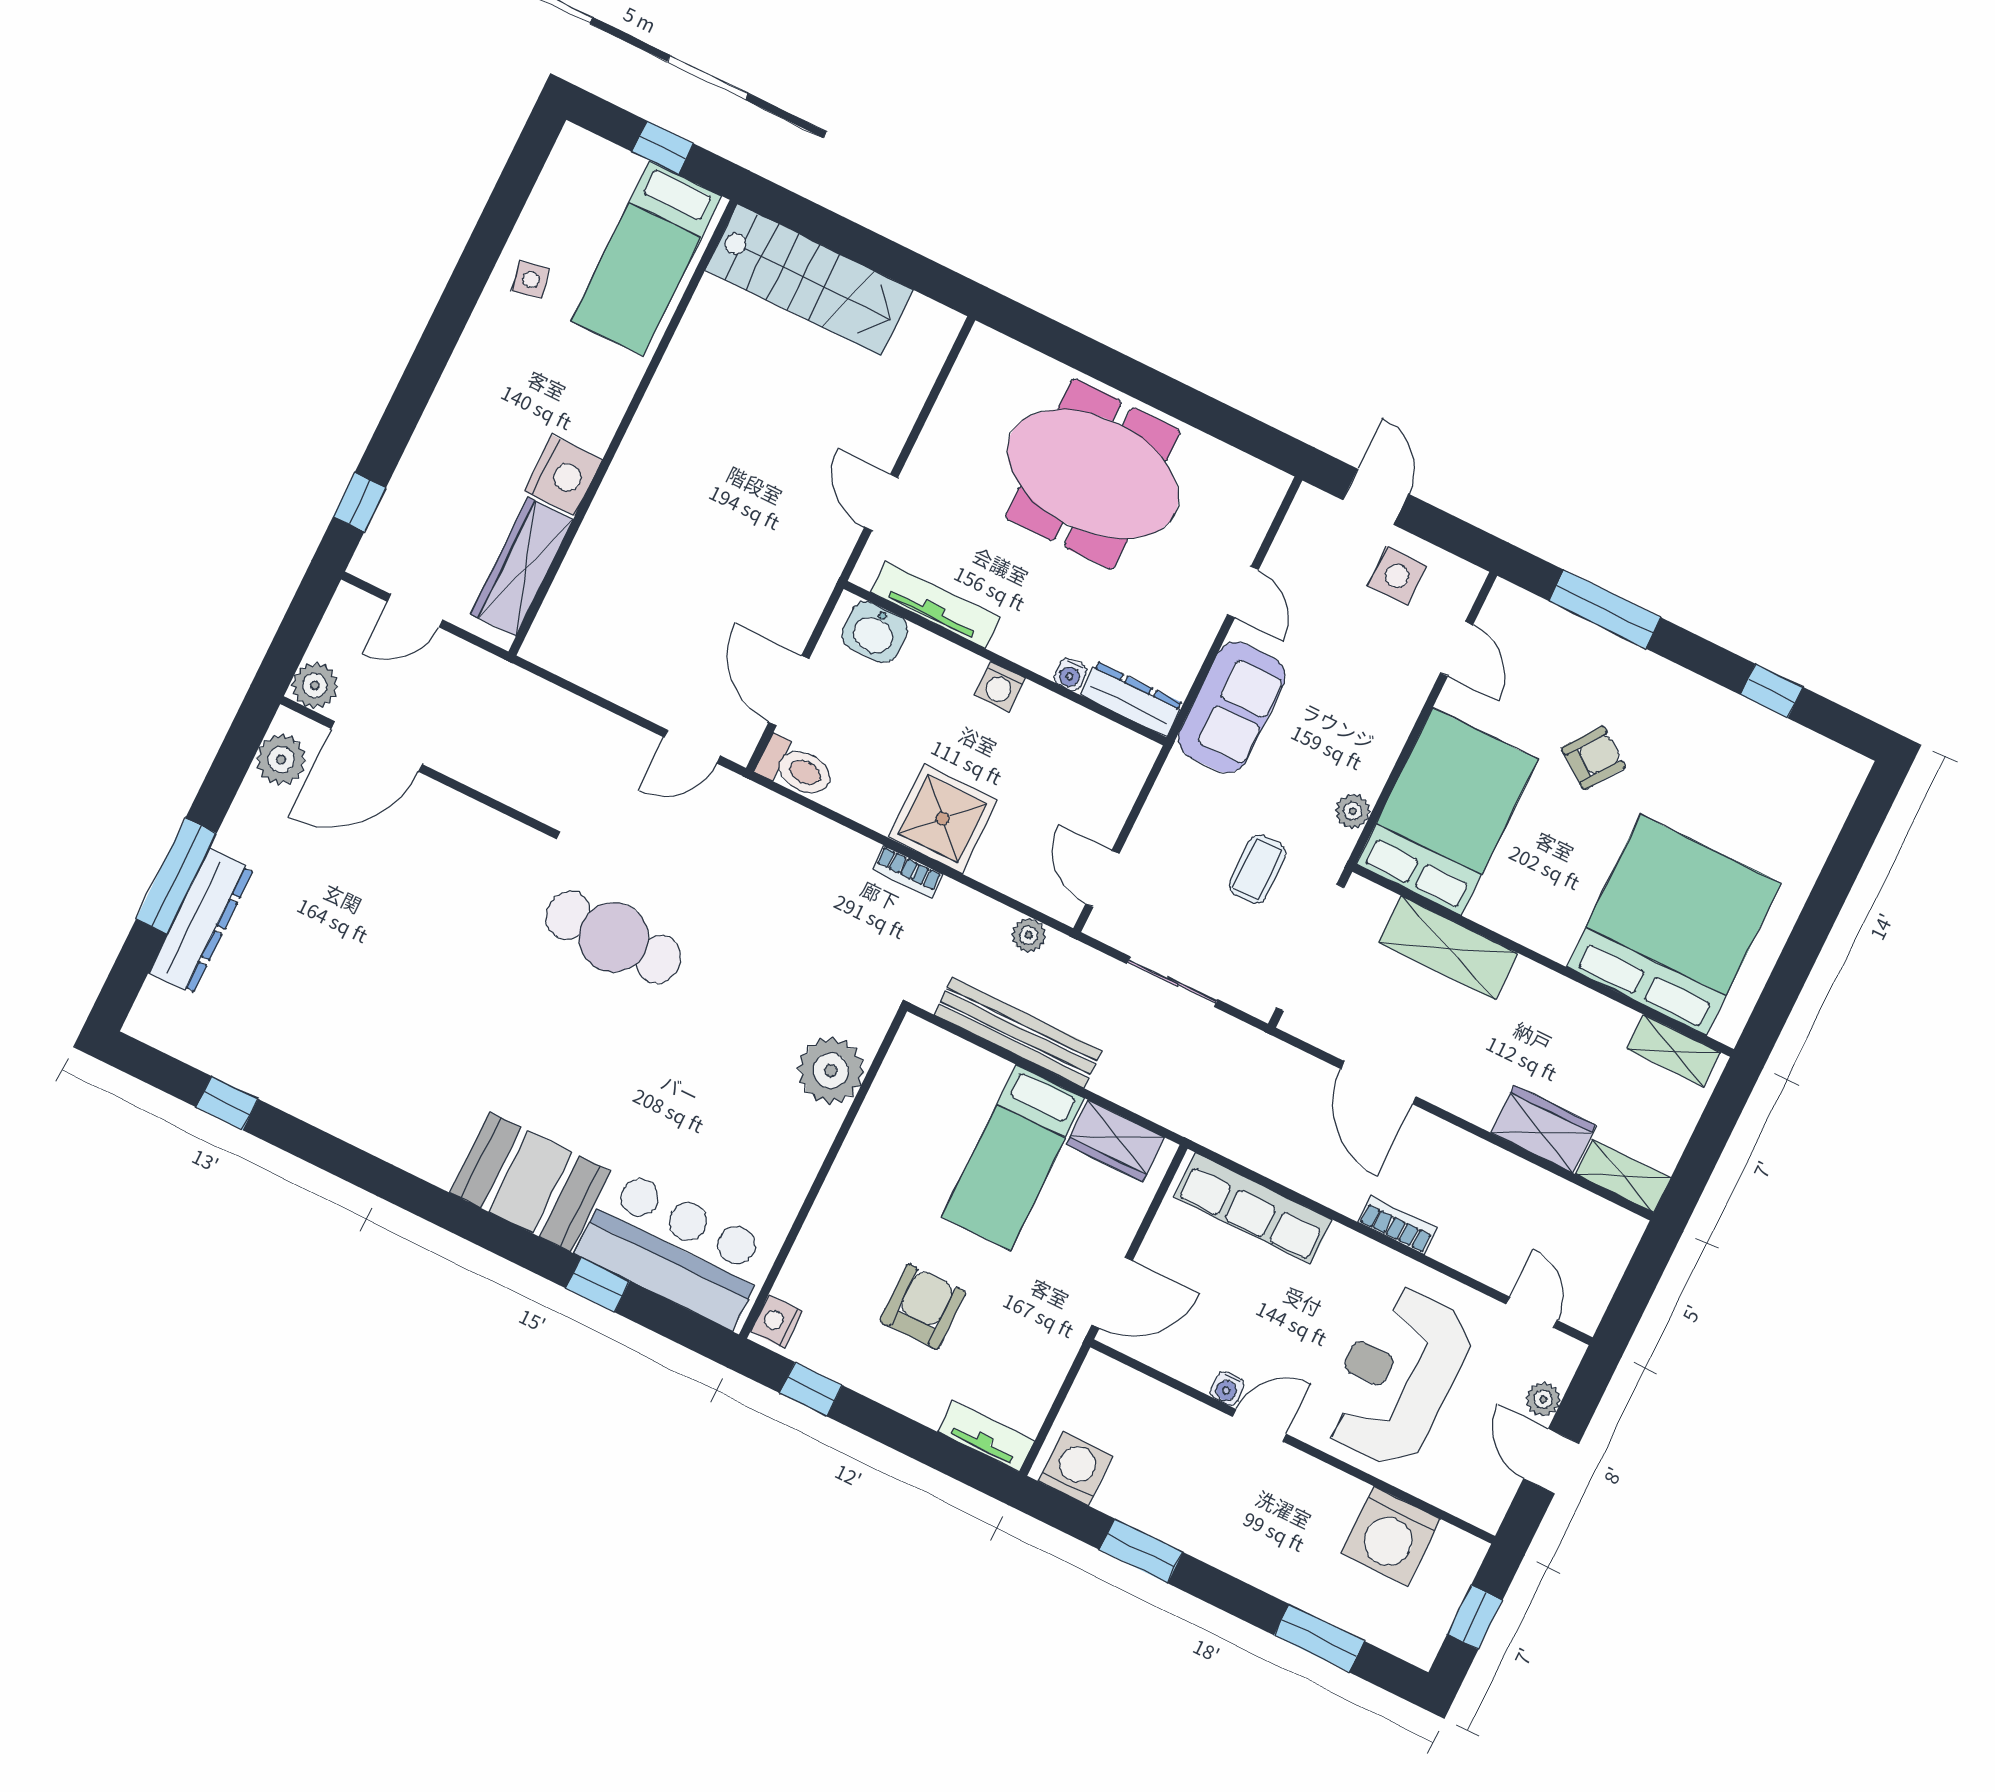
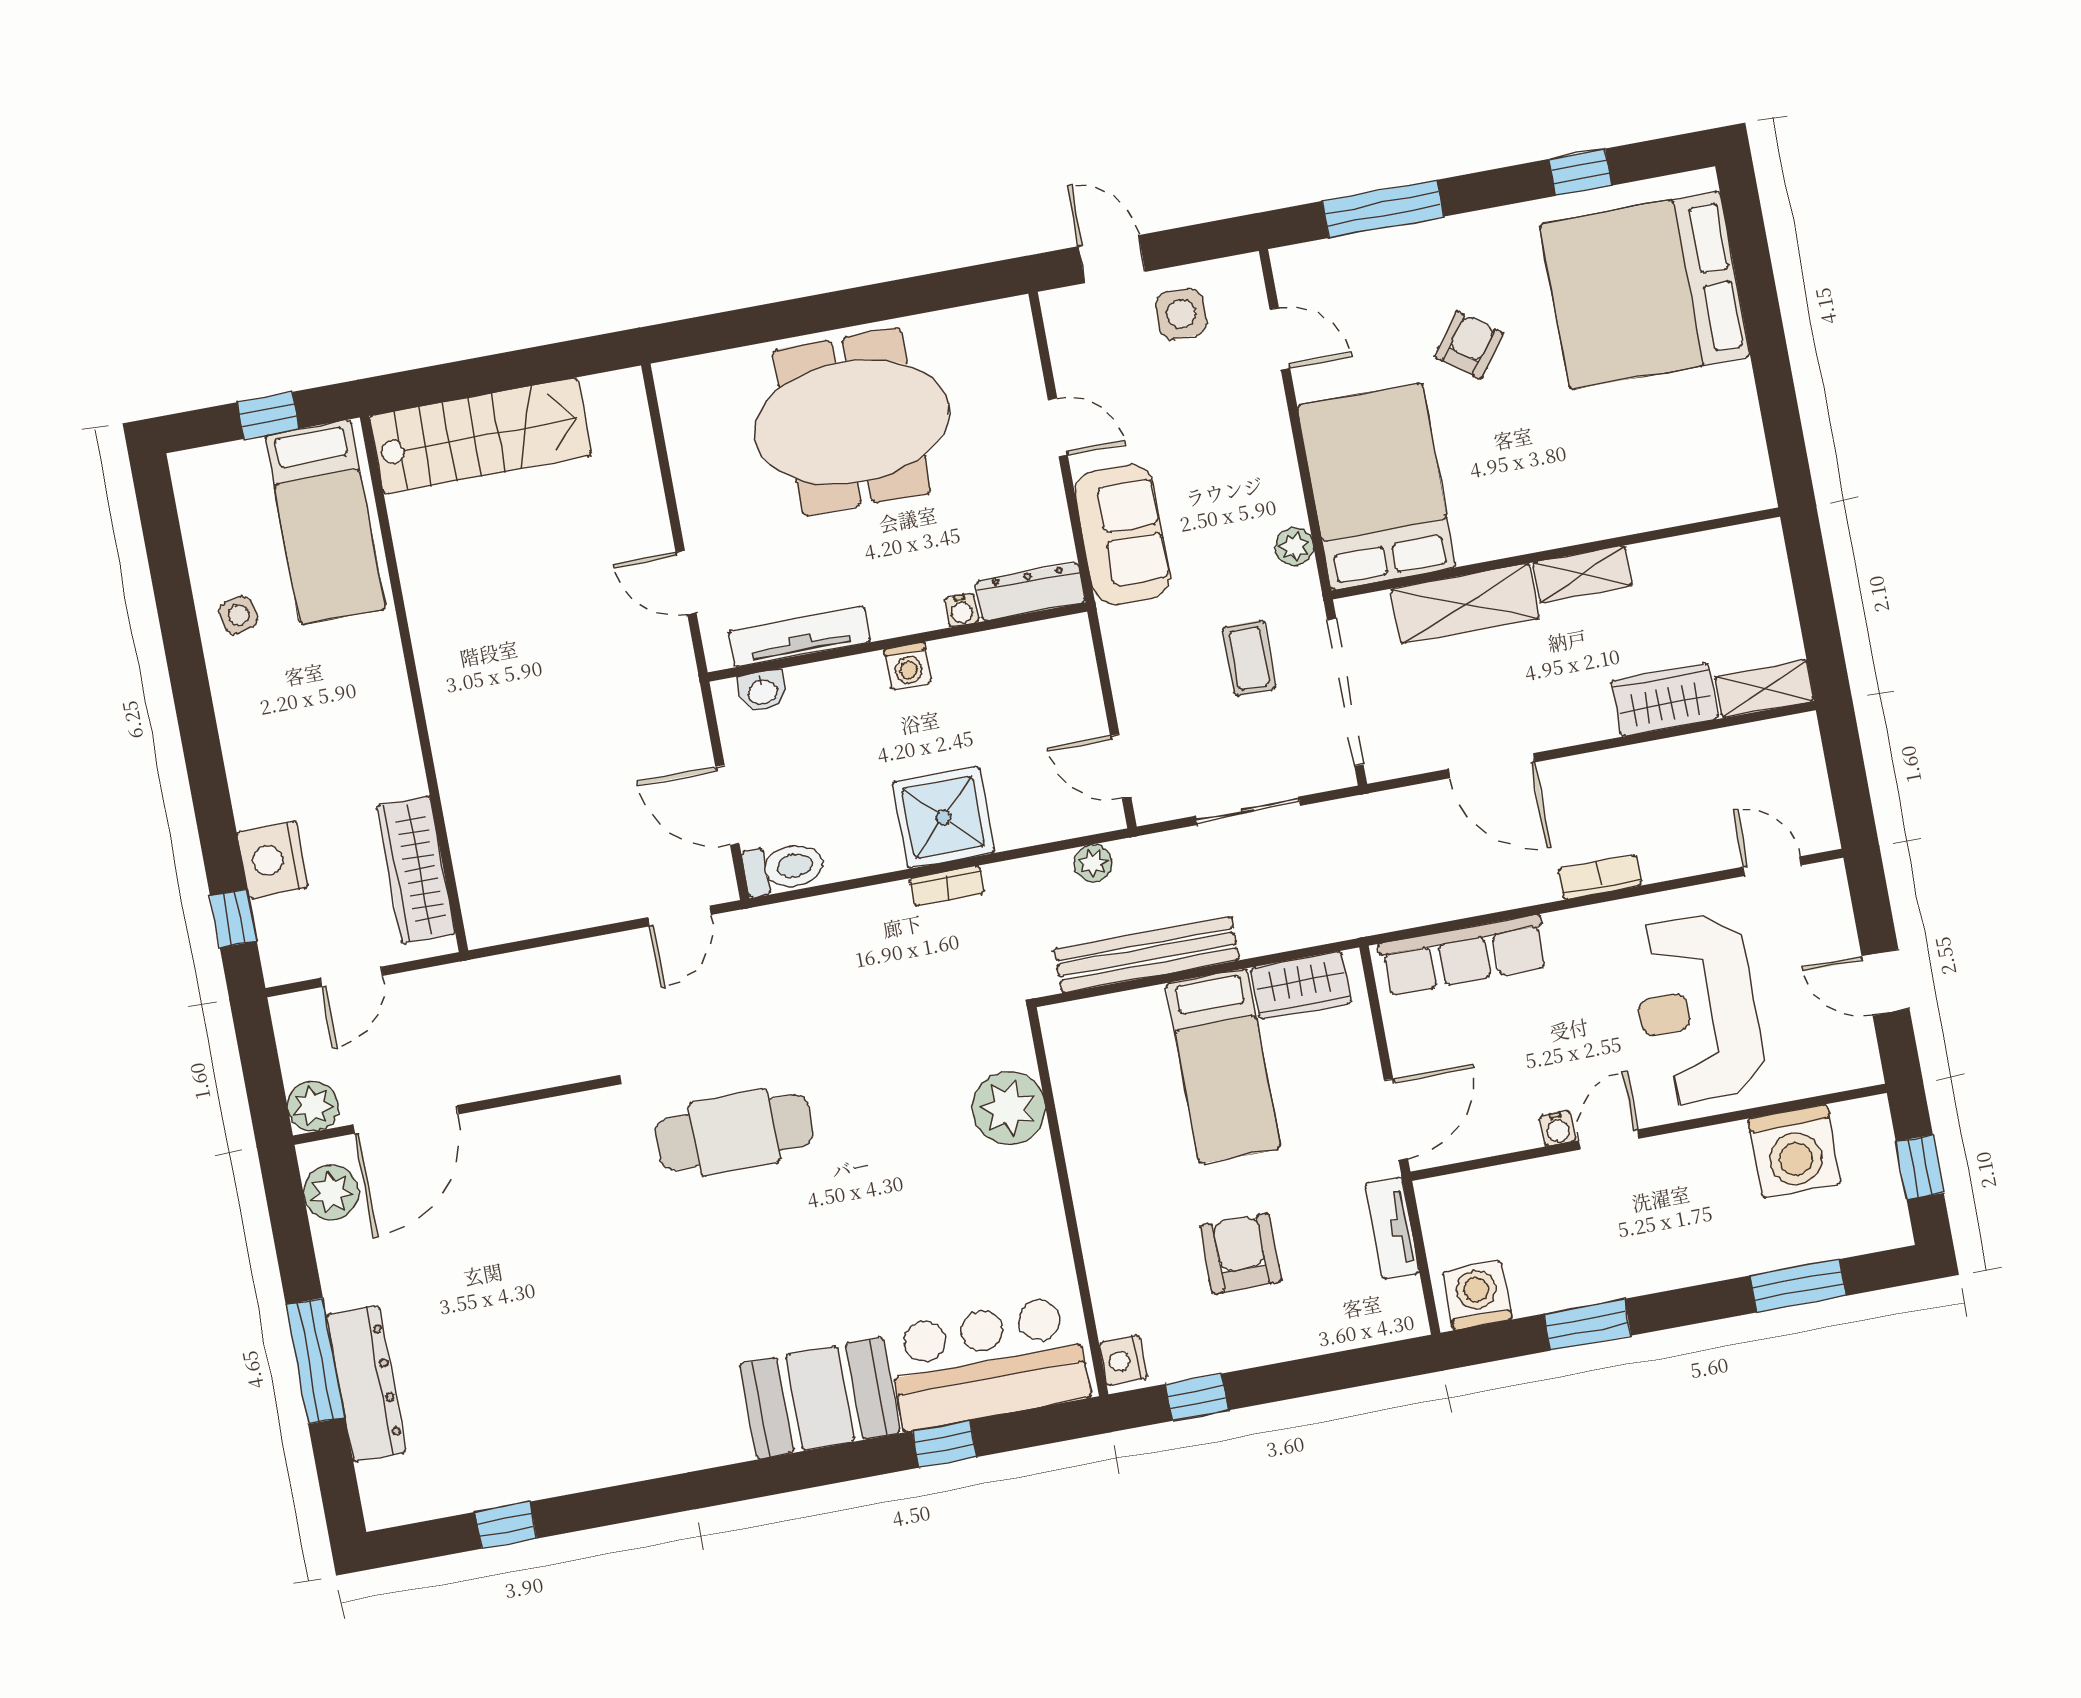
nightstand: (563, 475) -> (273, 860), moved, turned 180
washbasin: (875, 632) -> (763, 691), width x0.72, depth x0.69
bed: (1674, 925) -> (1645, 290), moved, turned -90
shelving: (1673, 1051) -> (1582, 574), moved
plant: (1543, 1399) -> (1838, 934), removed
tv unit: (986, 1436) -> (1392, 1228), moved, turned -90

